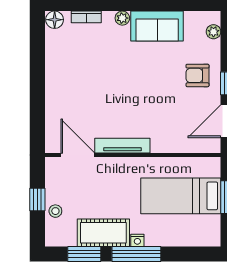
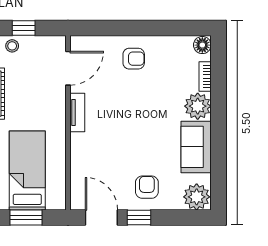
plant: (122, 18) -> (198, 106), width x1.88, depth x1.88
plant: (213, 32) -> (197, 197), width x1.88, depth x1.88
armchair: (68, 89) -> (134, 59), added
tv unit: (122, 146) -> (77, 113), width x0.71

